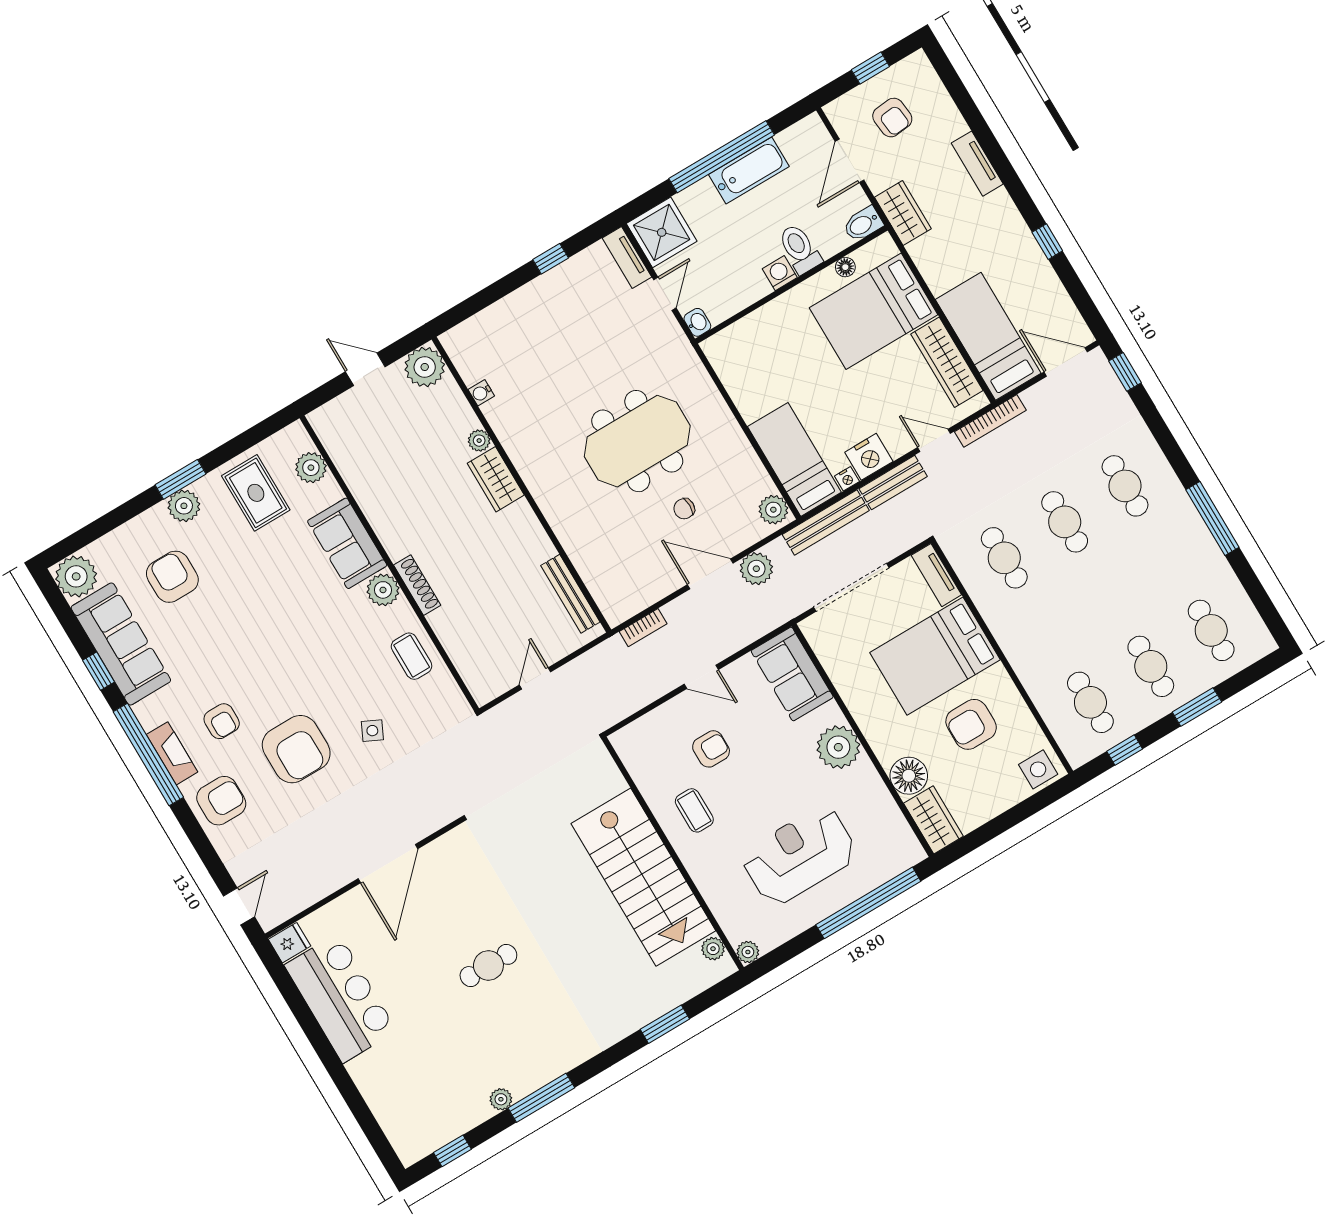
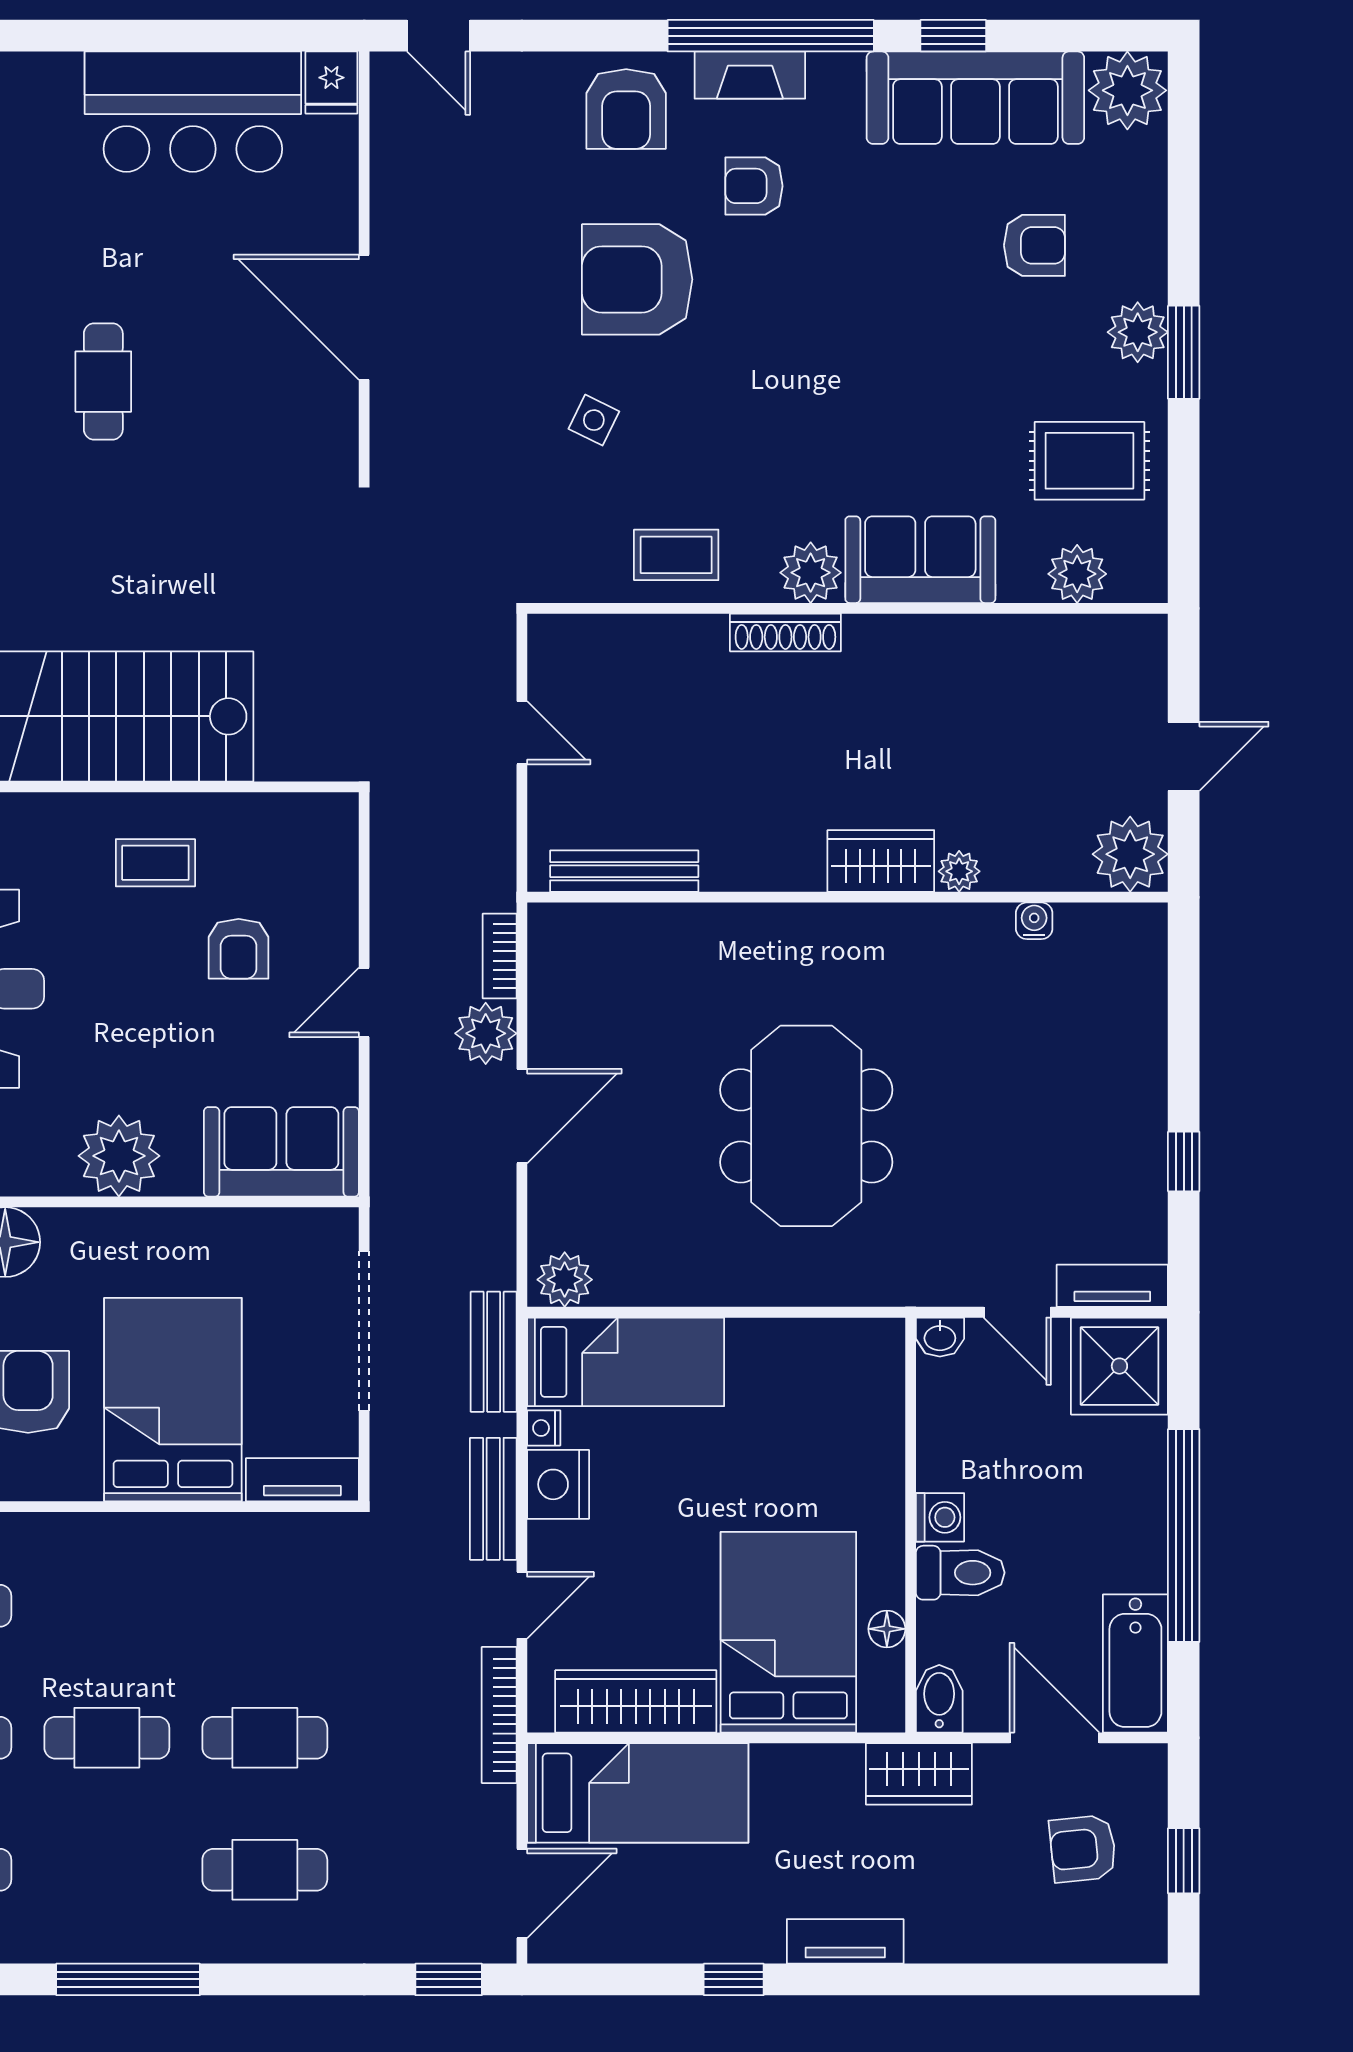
tv unit: (977, 164) -> (845, 1941), moved
bathtub: (749, 170) -> (1135, 1663), moved
chair: (684, 509) -> (652, 1137), removed
bench: (826, 522) -> (494, 1352), width x0.73
cafe table: (1004, 558) -> (107, 1738), moved
plant: (756, 569) -> (486, 1033), moved
armchair: (172, 577) -> (1034, 245), width x0.72, depth x0.72

